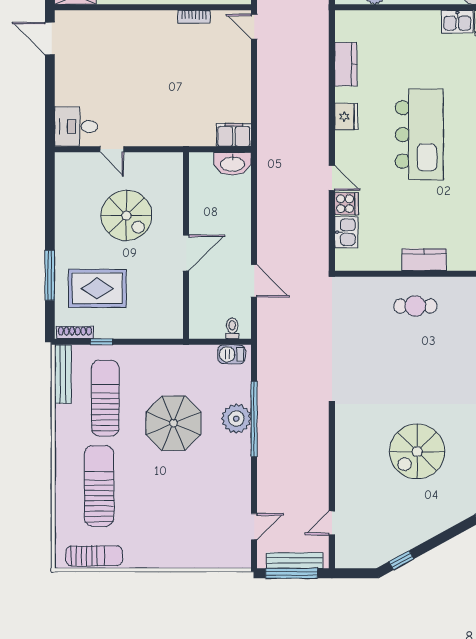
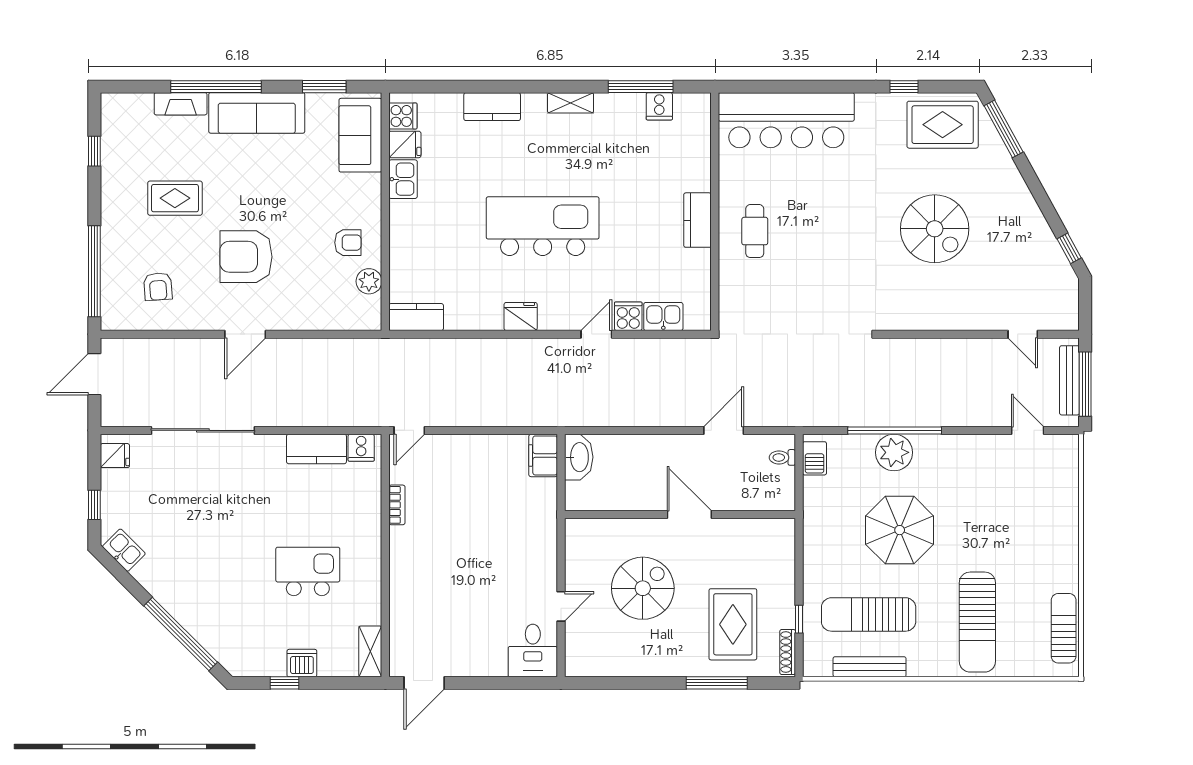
kitchen counter: (346, 64) -> (416, 317), moved
bench: (63, 374) -> (870, 667), moved
sun lounger: (99, 486) -> (977, 622), turned -90

